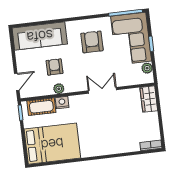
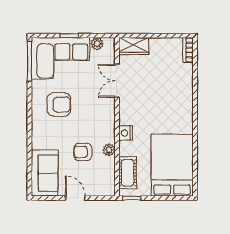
sofa: (40, 36) -> (45, 173), width x0.73
armchair: (92, 42) -> (59, 105), turned 180
door: (17, 82) -> (75, 198), moved
double door: (102, 90) -> (117, 81), moved
nightstand: (62, 103) -> (126, 133), moved

